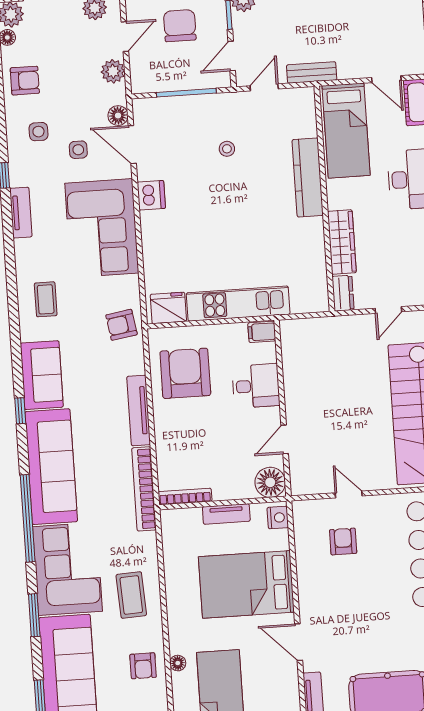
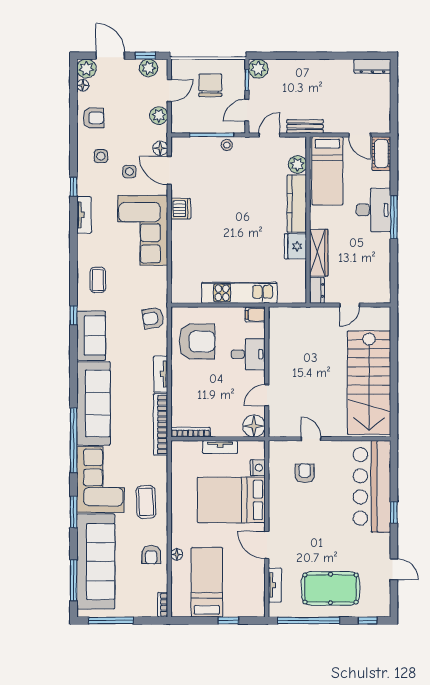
plant: (305, 125) -> (297, 164), added
stool: (227, 149) -> (227, 145), moved
fridge: (168, 308) -> (295, 246), moved, turned -90
armchair: (121, 325) -> (153, 318), moved
armchair: (185, 373) -> (197, 341), turned 90
window: (20, 411) -> (74, 315), moved
tv unit: (139, 411) -> (161, 374), width x0.71
nightstand: (278, 518) -> (258, 468), moved

